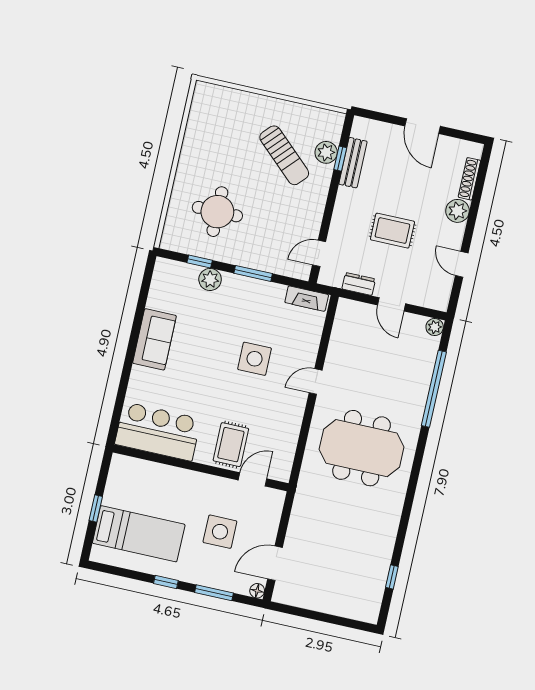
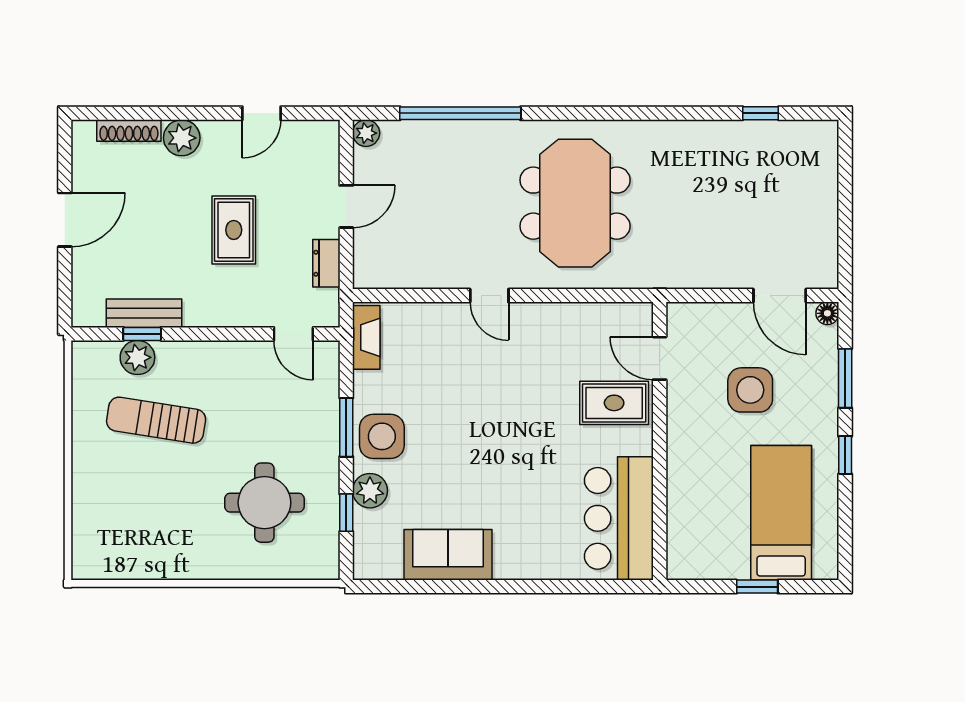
sun lounger: (284, 155) -> (156, 420), turned -124
sofa: (155, 339) -> (448, 555), moved
side table: (255, 359) -> (382, 436), moved

